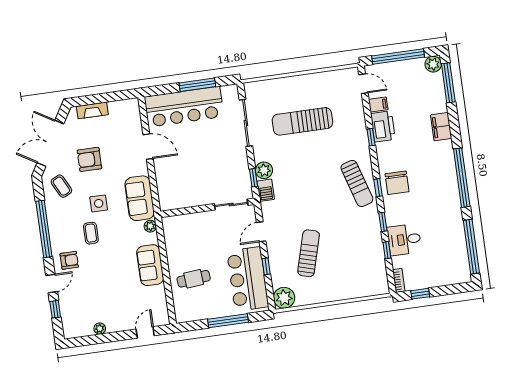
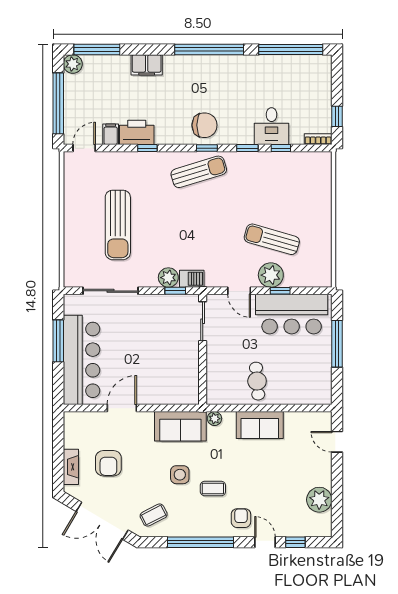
armchair: (89, 159) -> (108, 463), moved
cafe table: (194, 279) -> (257, 381), moved
plant: (284, 298) -> (271, 275), moved
plant: (100, 329) -> (319, 500), width x1.88, depth x1.88

